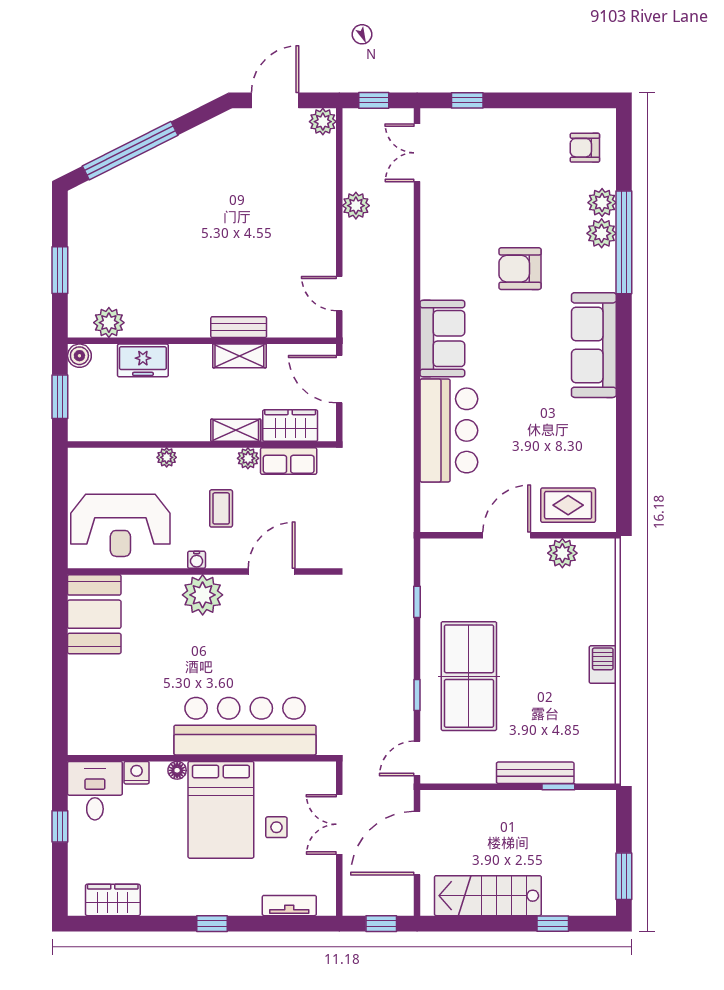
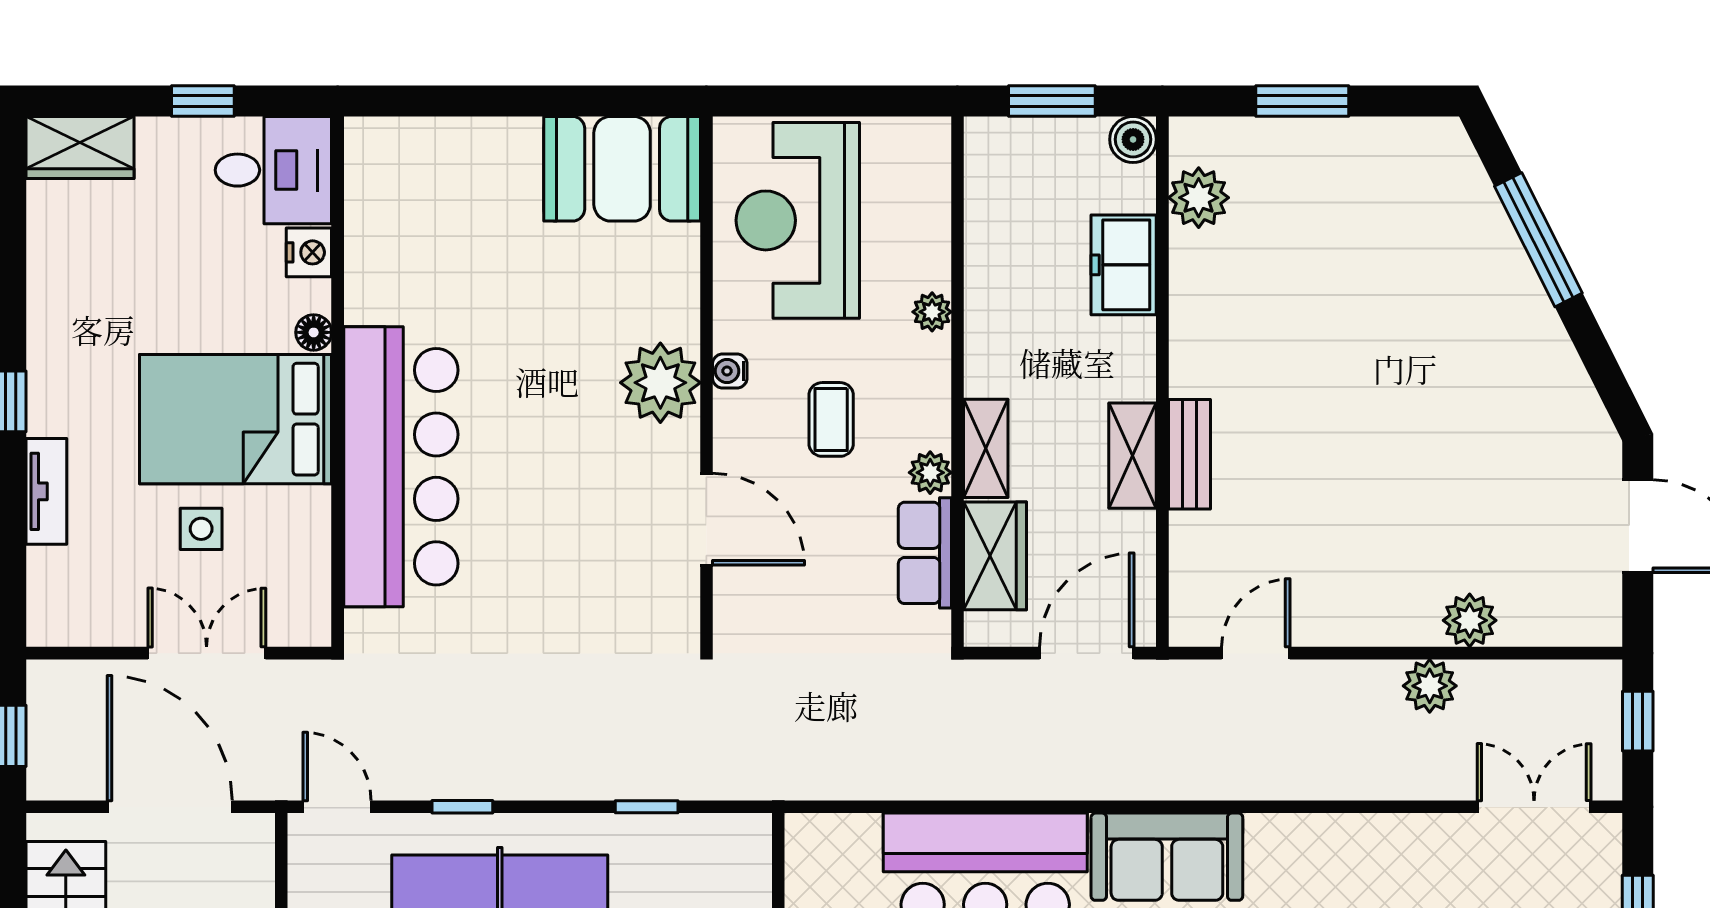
plant: (323, 122) -> (1470, 620), moved
window: (130, 151) -> (1538, 240), width x0.68
coffee table: (221, 508) -> (831, 419), turned 90
wardrobe: (113, 900) -> (80, 148), moved, turned 90
tv unit: (289, 906) -> (46, 491), moved

